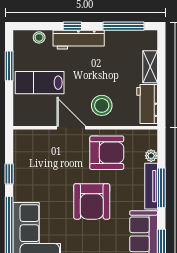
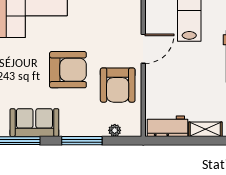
stool: (102, 105) -> (166, 80), removed
tv unit: (151, 186) -> (84, 130), removed
armchair: (92, 201) -> (68, 70), turned 180

